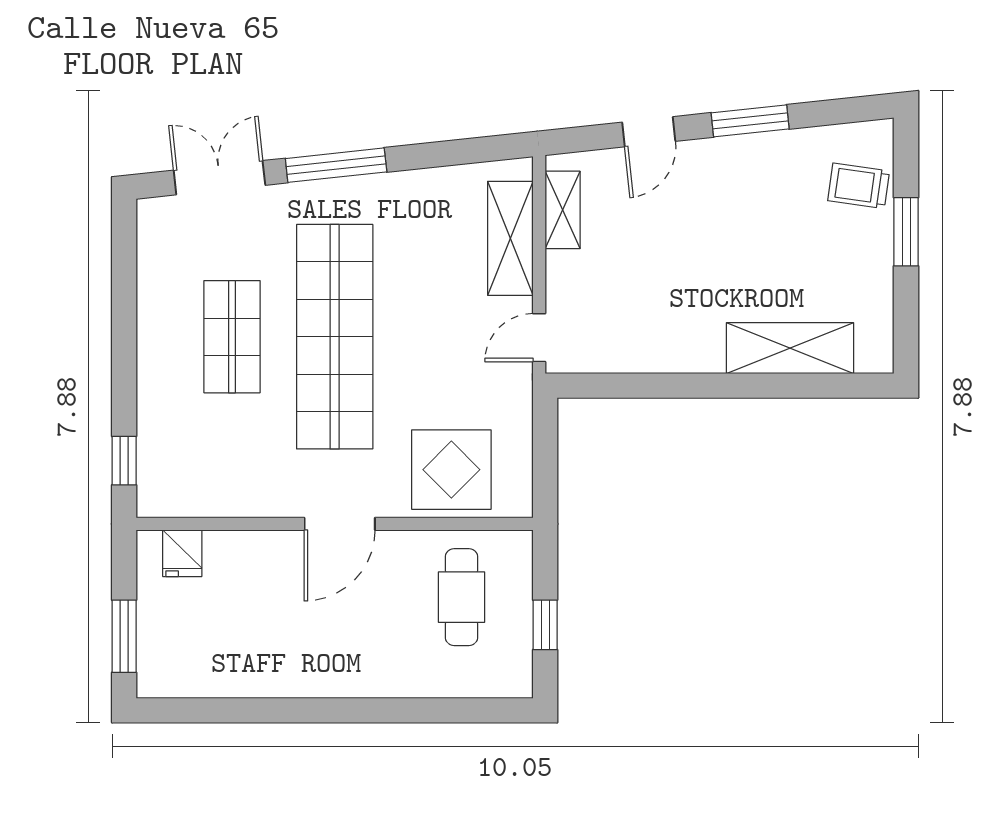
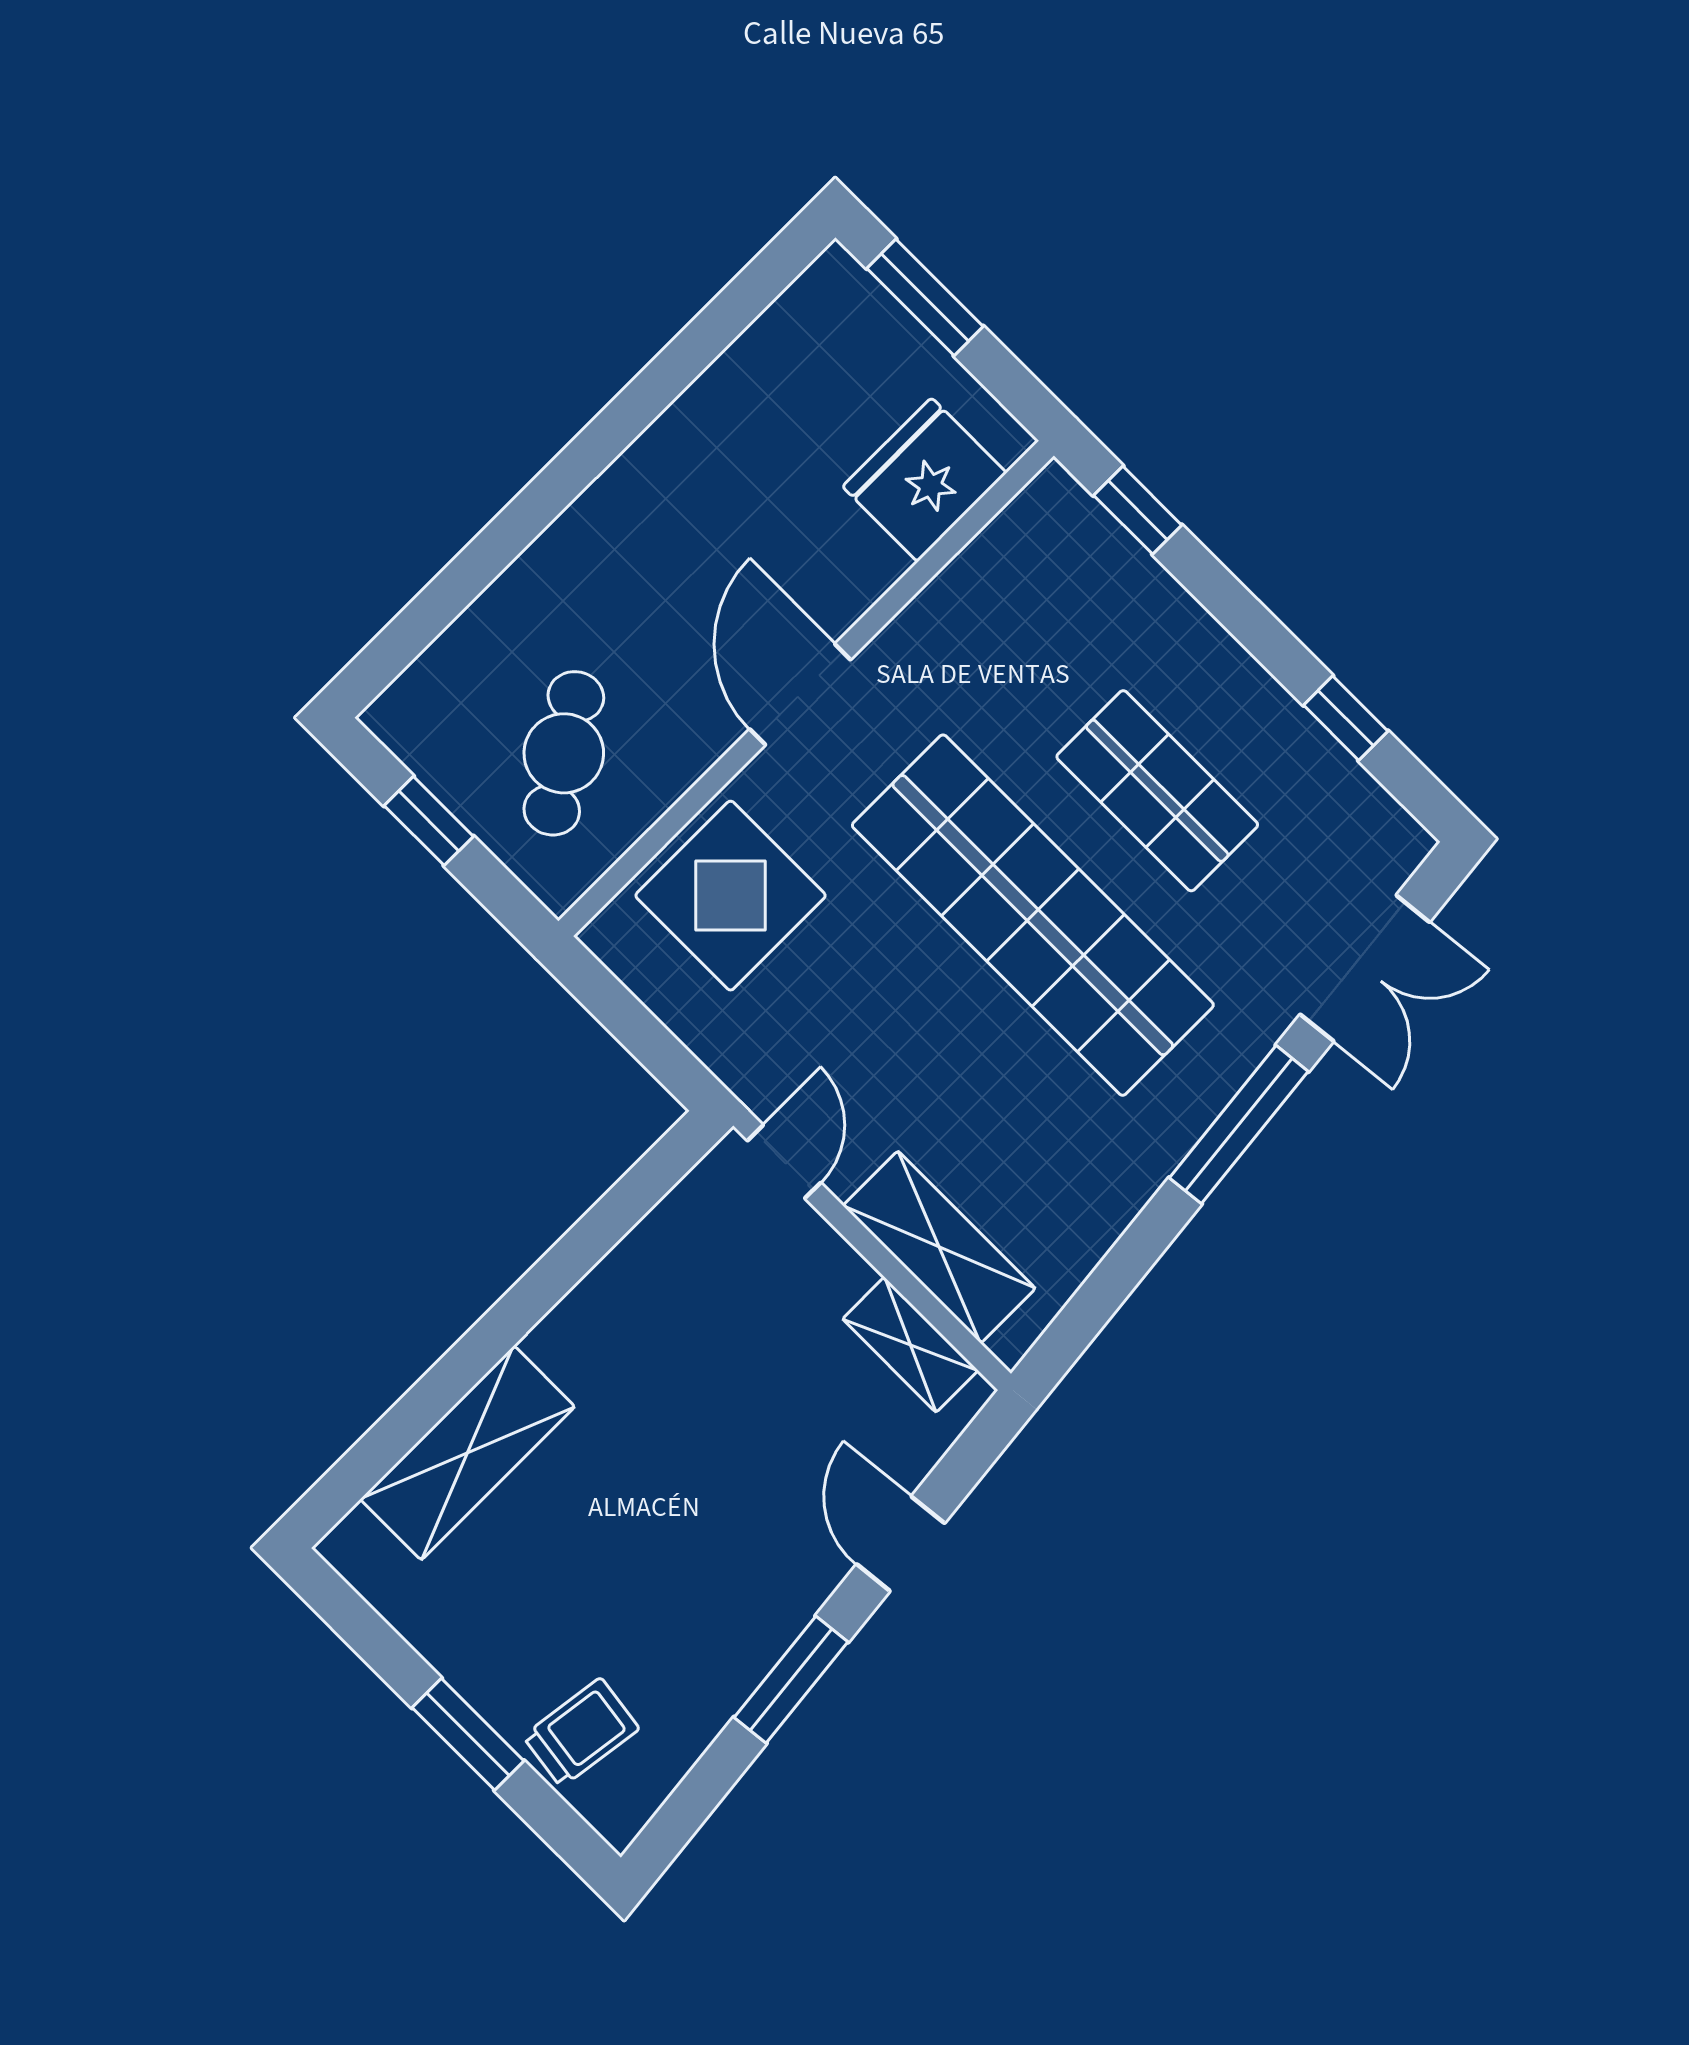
window: (124, 289) -> (1346, 718), added
fridge: (182, 553) -> (925, 480), width x1.88, depth x1.34
cafe table: (462, 597) -> (564, 753), turned 57

